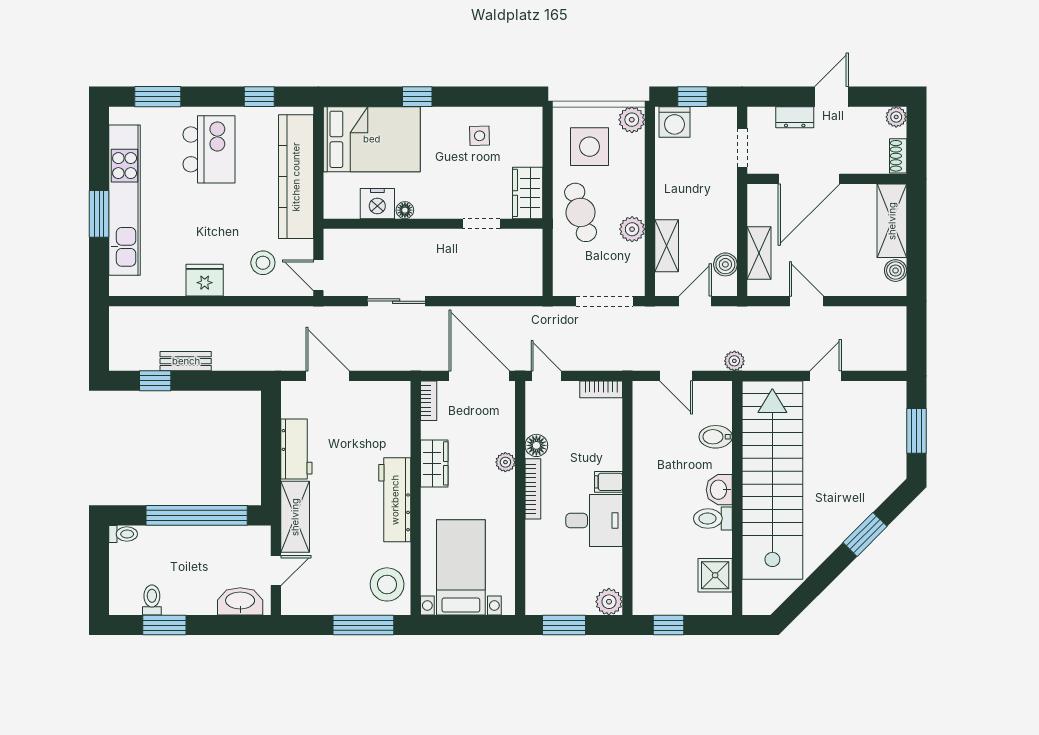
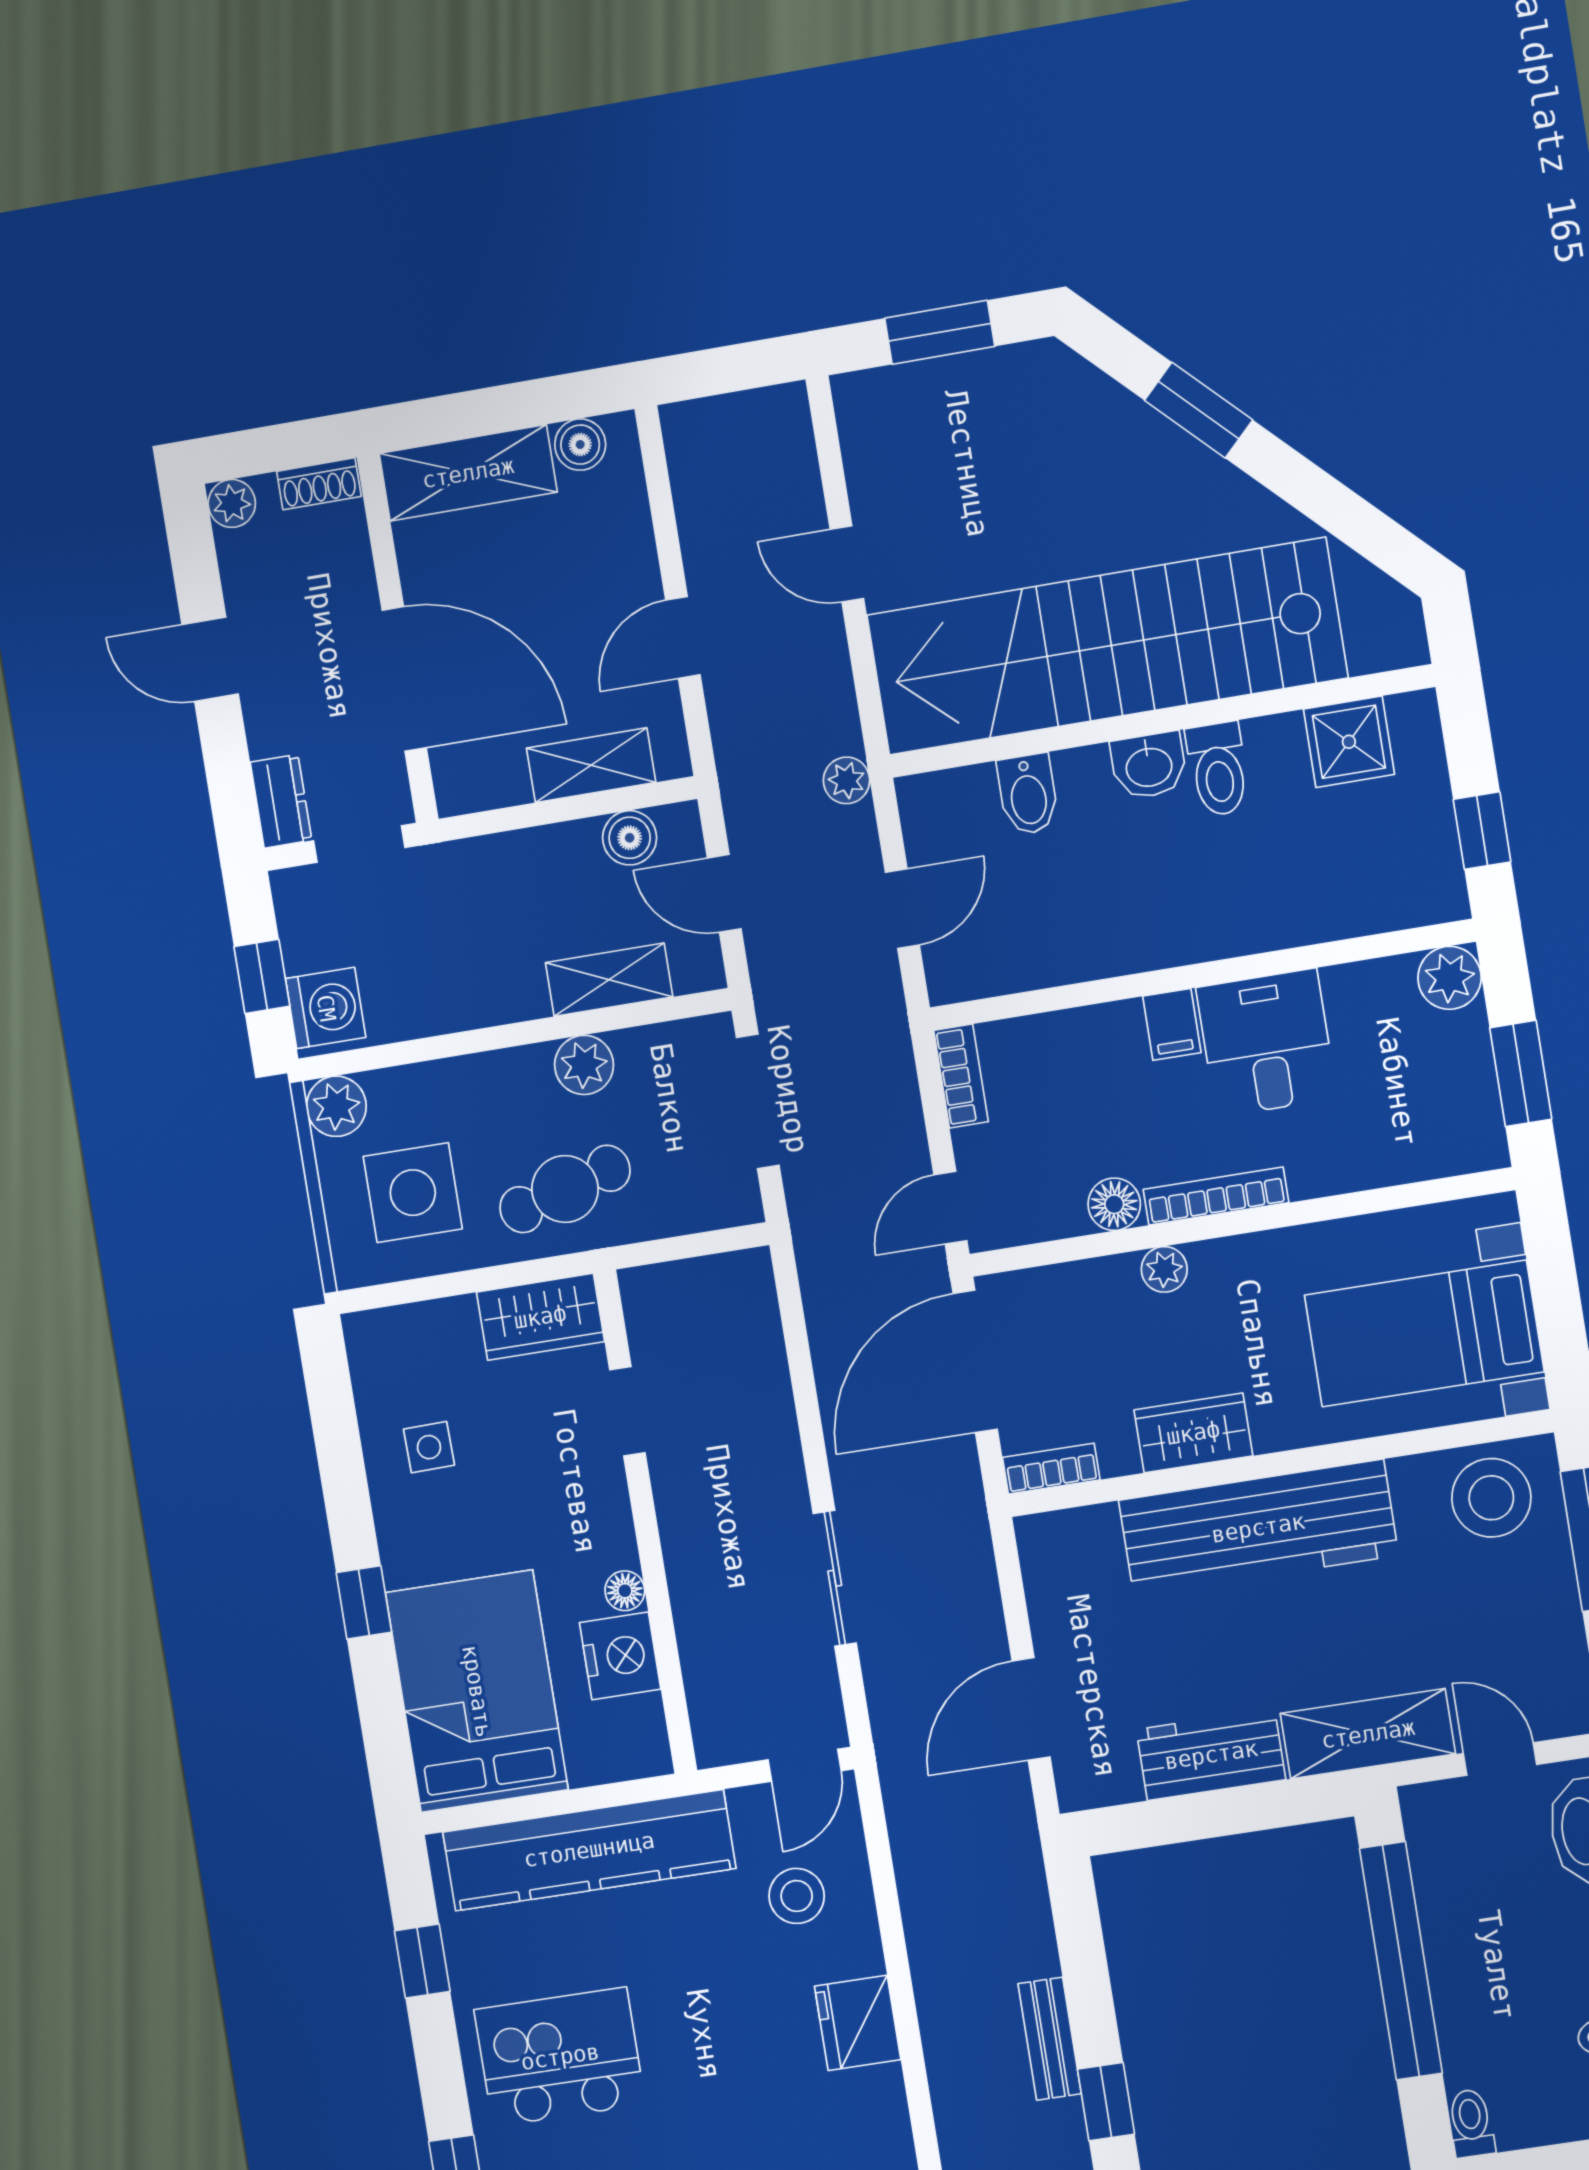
dresser: (795, 117) -> (281, 801), moved
workbench: (395, 500) -> (1258, 1528), width x1.36, depth x1.32

